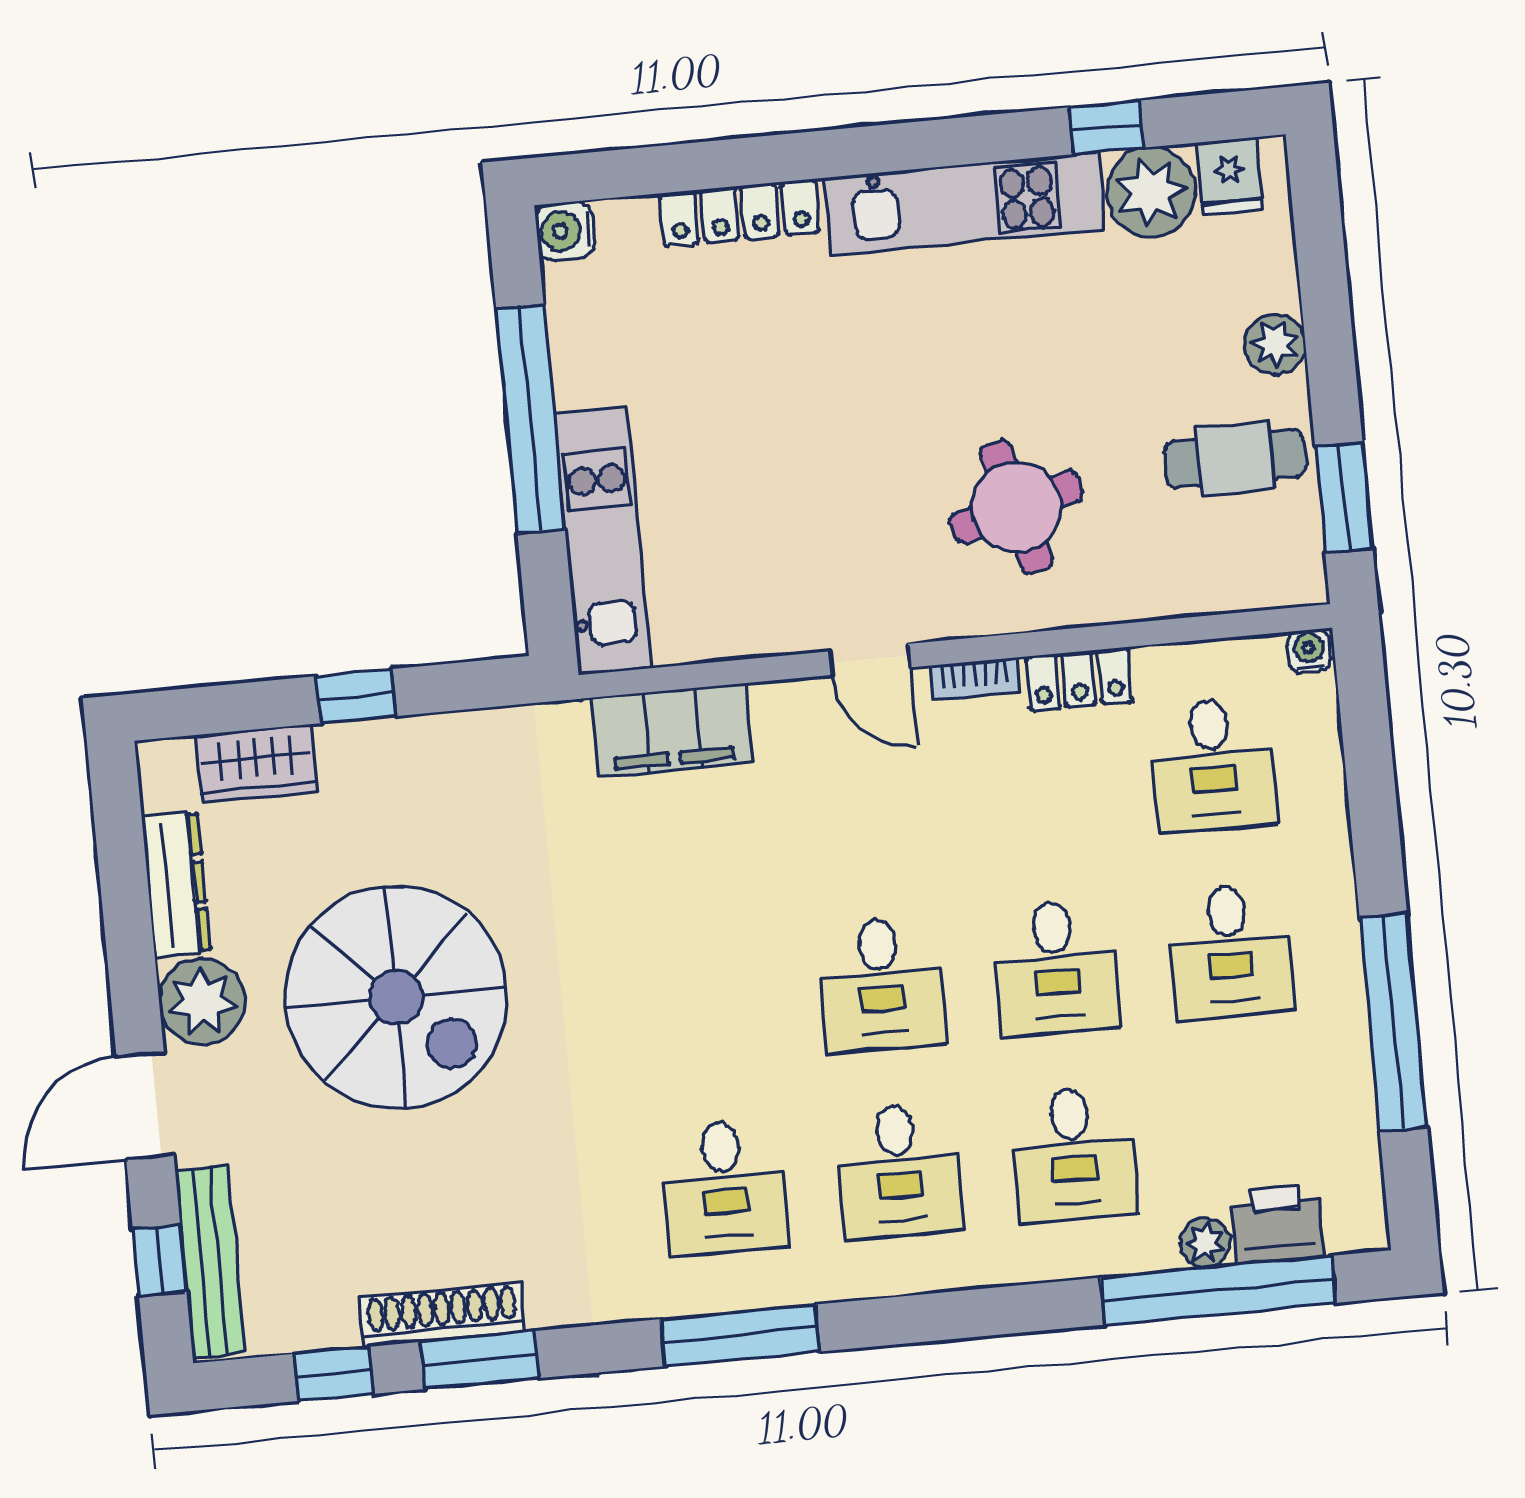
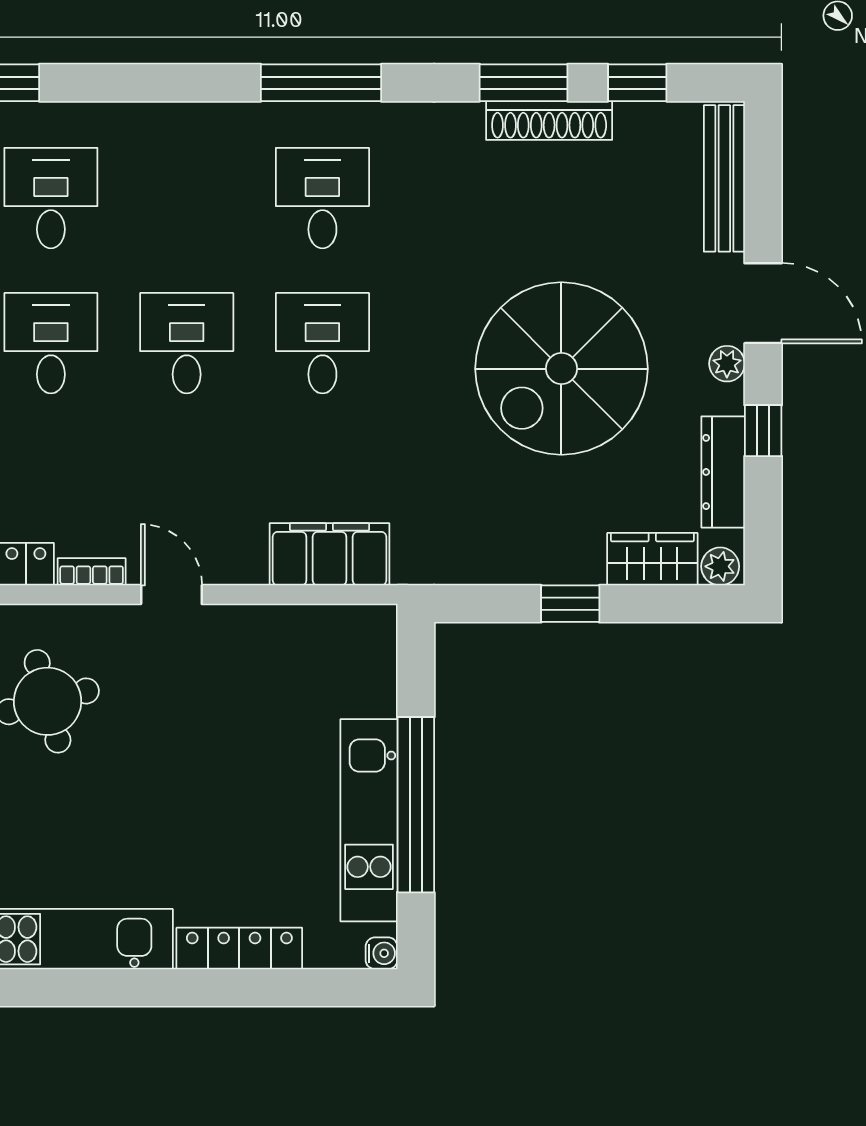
water cooler: (565, 231) -> (382, 953), width x0.72, depth x0.72
kitchen unit: (603, 540) -> (369, 820), moved
plant: (168, 762) -> (720, 566), added
spiral stairs: (396, 997) -> (561, 369), turned -90
plant: (202, 1002) -> (727, 364), width x0.53, depth x0.53
door: (145, 1106) -> (763, 303), hinge flipped
desk: (899, 1171) -> (322, 343), moved
window: (160, 1261) -> (763, 431), moved

